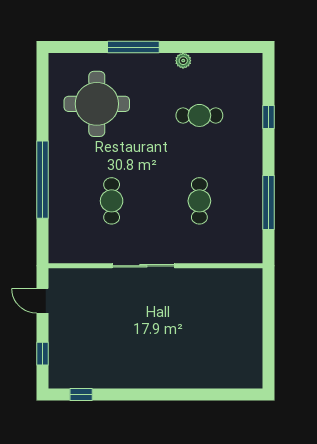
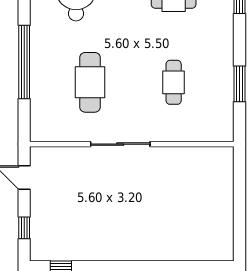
cafe table: (112, 201) -> (90, 82), width x1.37, depth x1.35
window: (269, 202) -> (239, 84), width x0.69

